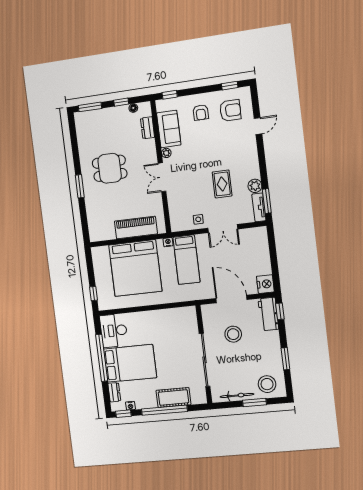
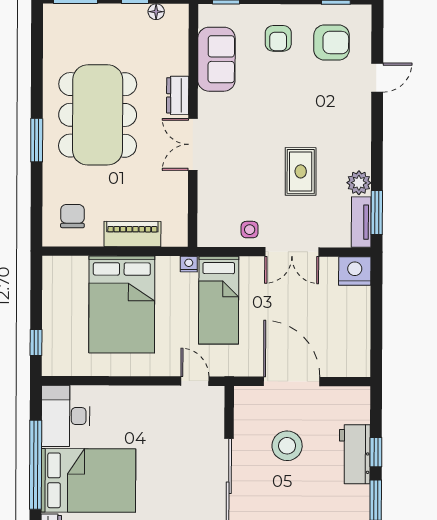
dresser: (148, 128) -> (178, 95), moved
plant: (166, 153) -> (206, 102), removed
dining table: (110, 168) -> (98, 115), width x1.88, depth x1.24
chair: (104, 224) -> (72, 216), added
piano: (136, 228) -> (132, 234), width x0.73, depth x0.75
bed: (135, 268) -> (122, 304), width x0.73
nightstand: (265, 284) -> (355, 271), moved, turned -90
door: (179, 305) -> (195, 381), added
window: (280, 311) -> (376, 452), moved
workbench: (268, 314) -> (355, 454), moved

